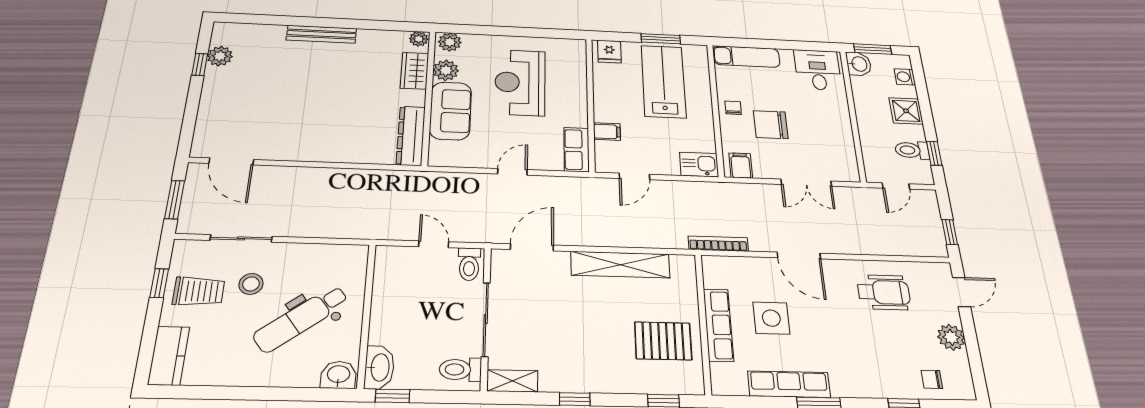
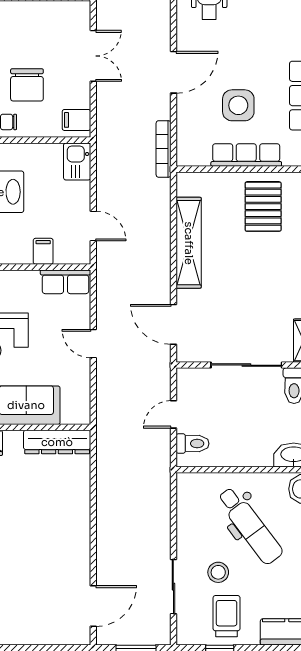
toilet: (469, 264) -> (193, 444), moved

